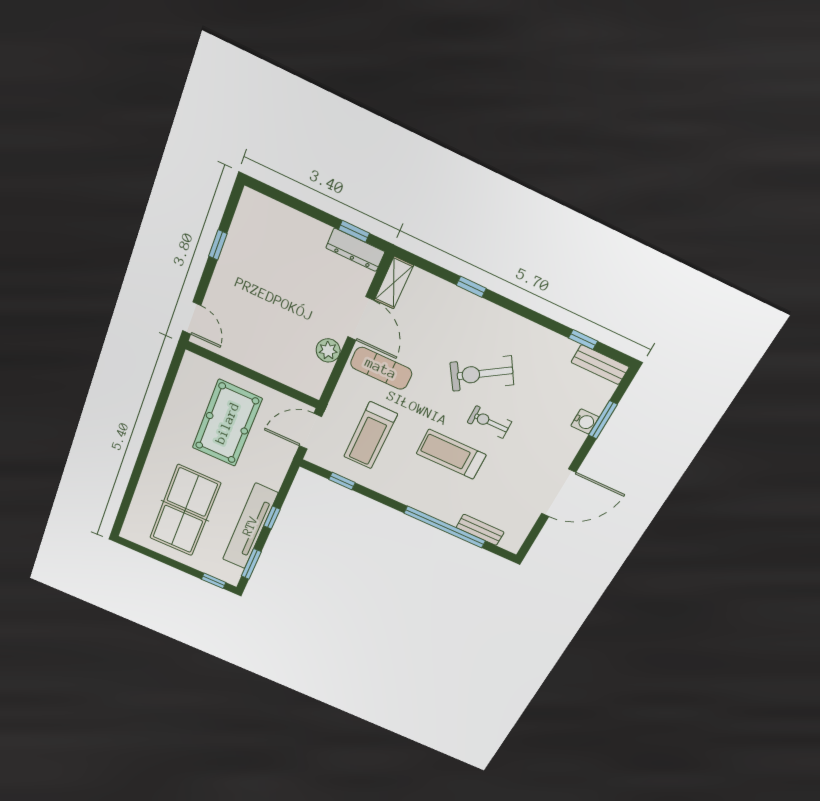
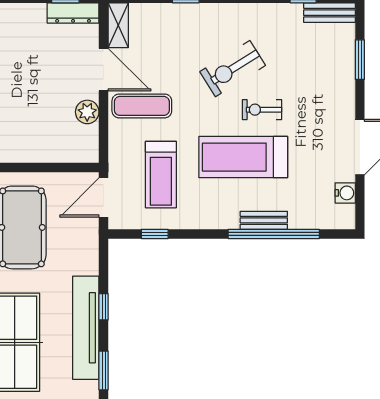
water cooler: (585, 421) -> (345, 193), moved
treadmill: (451, 454) -> (243, 157), width x1.37, depth x1.38
bench: (480, 530) -> (264, 220), moved

